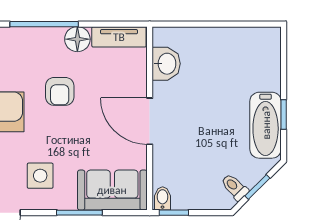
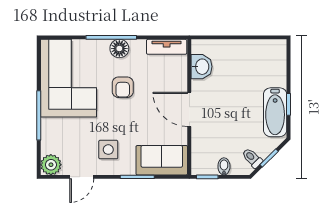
floor lamp: (77, 39) -> (119, 49), moved
bidet: (163, 198) -> (224, 166), moved

